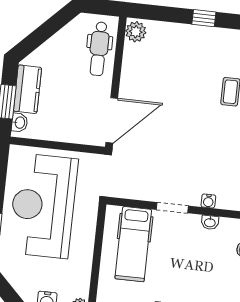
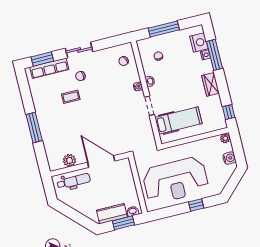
window: (204, 18) -> (34, 127), width x2.17
plant: (136, 32) -> (69, 160), moved
door: (112, 120) -> (101, 162), moved

